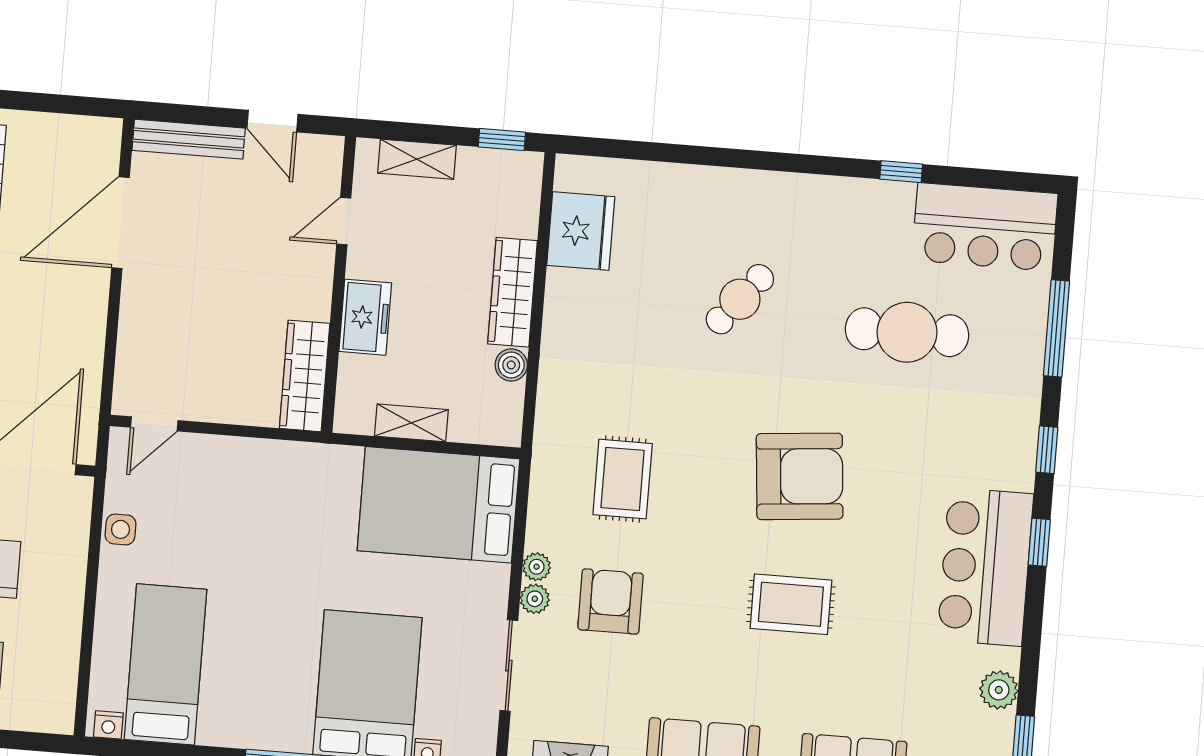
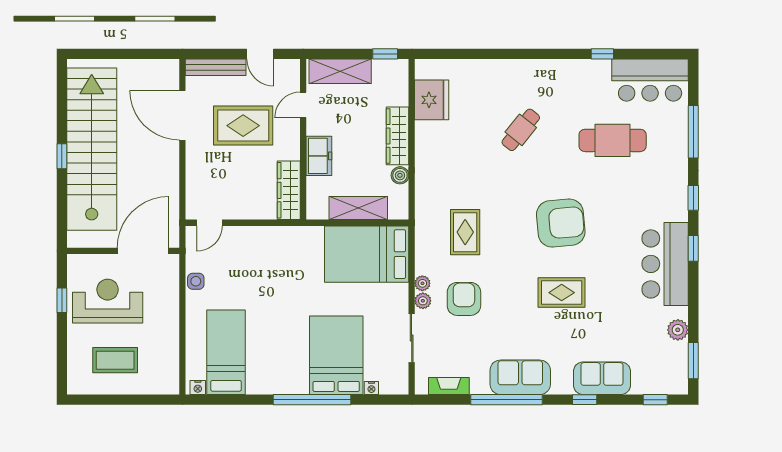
shelving: (417, 159) -> (340, 71), width x1.50, depth x1.33
door: (121, 223) -> (182, 115), hinge flipped
rug: (231, 250) -> (243, 126), added
shelving: (411, 423) -> (358, 208), width x1.50, depth x1.33

